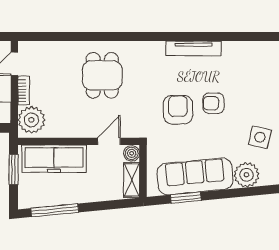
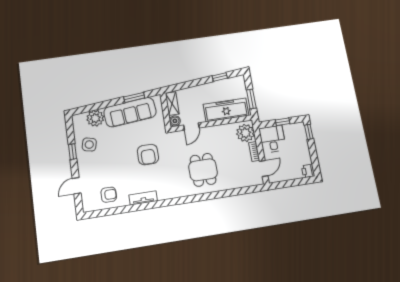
tv unit: (193, 48) -> (143, 198), width x0.71
armchair: (213, 103) -> (109, 195), moved
window: (55, 210) -> (220, 77), width x0.46

